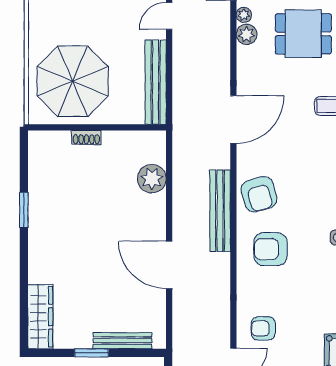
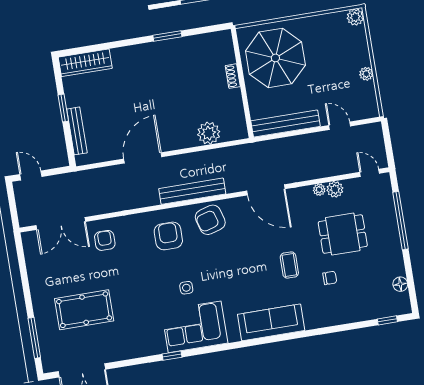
plant: (244, 15) -> (319, 190), moved
dining table: (303, 34) -> (343, 234), turned 90

